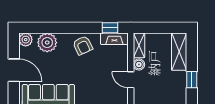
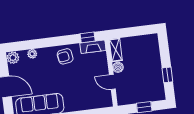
plant: (47, 43) -> (32, 54), width x0.53, depth x0.53
armchair: (83, 45) -> (65, 56), turned 106
shelving: (179, 52) -> (153, 51), removed

